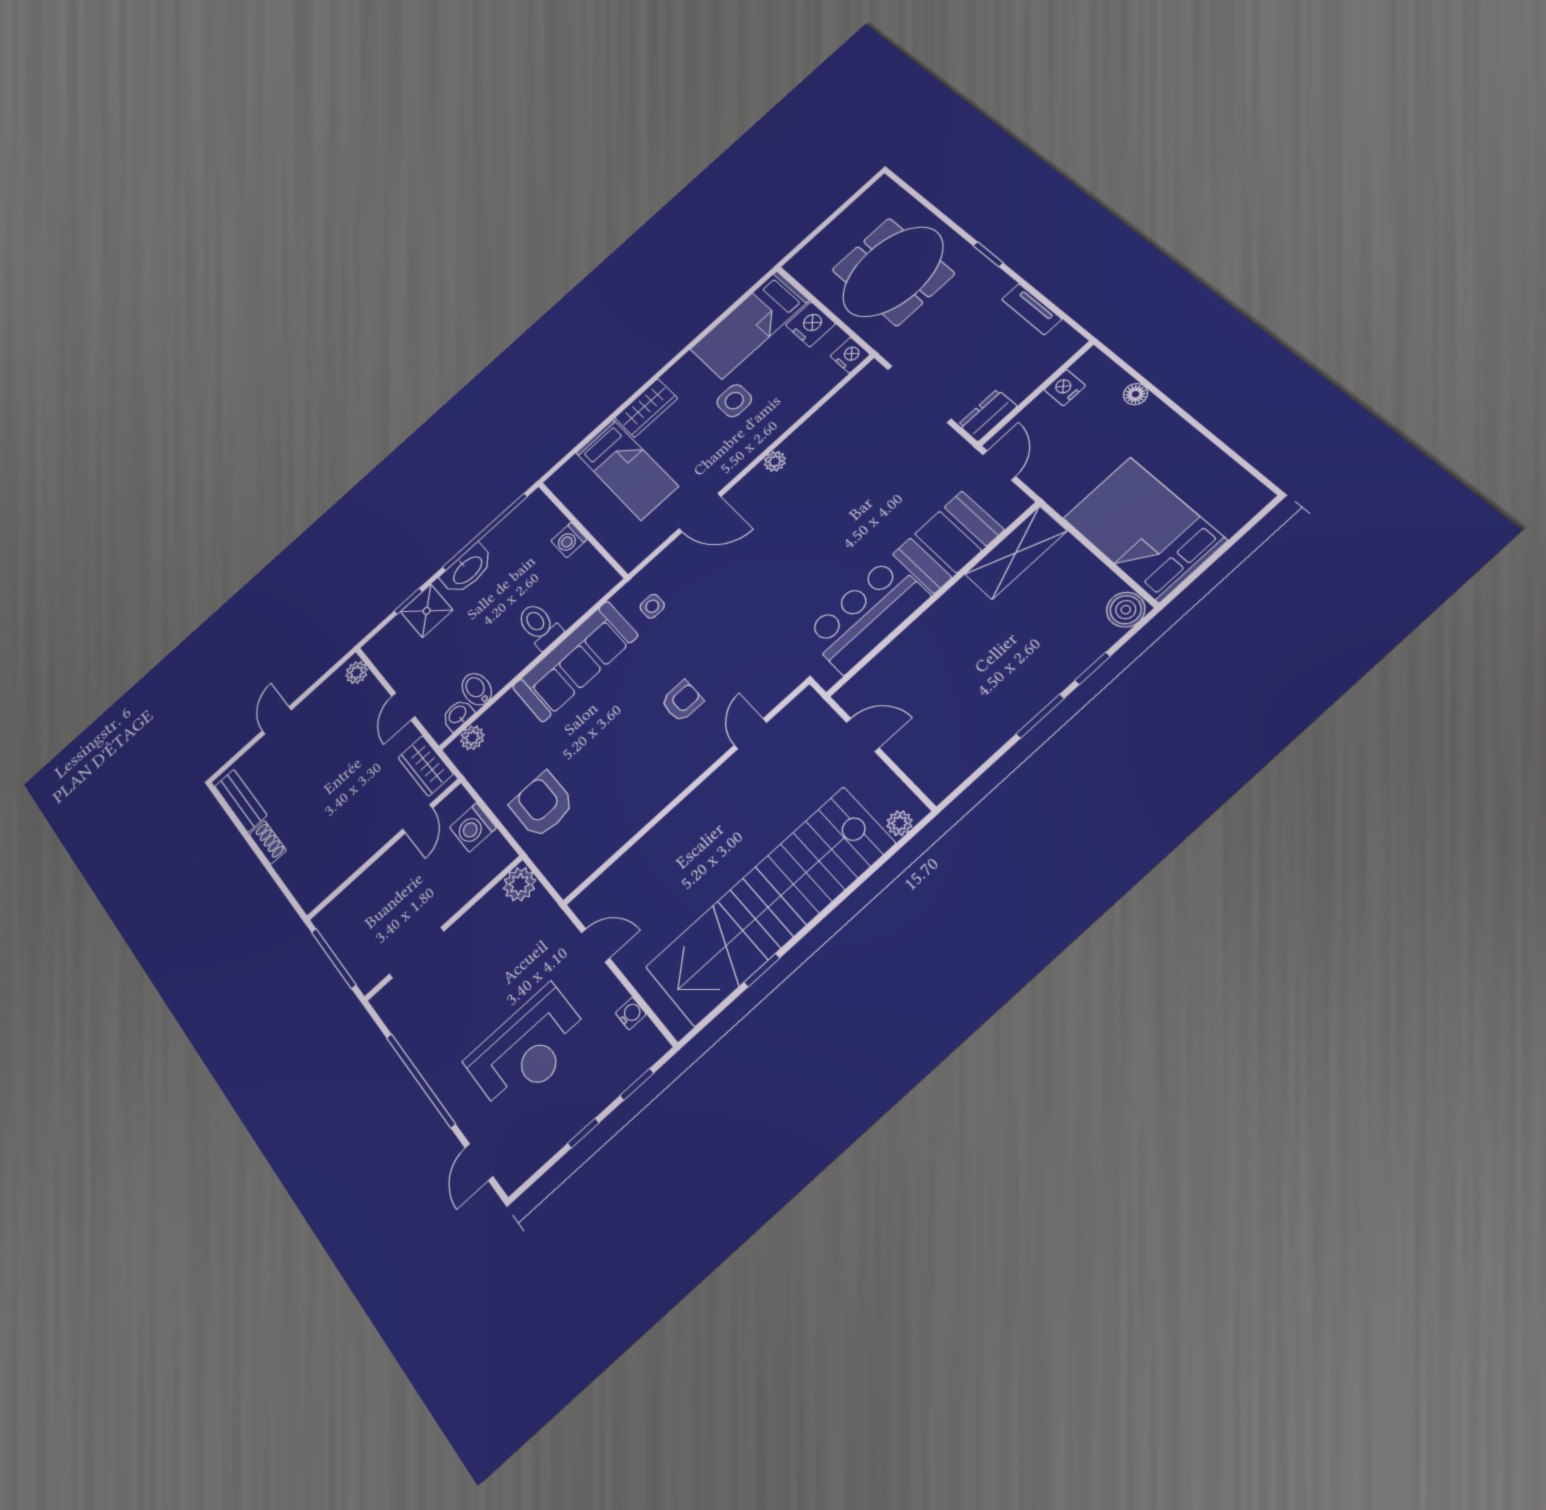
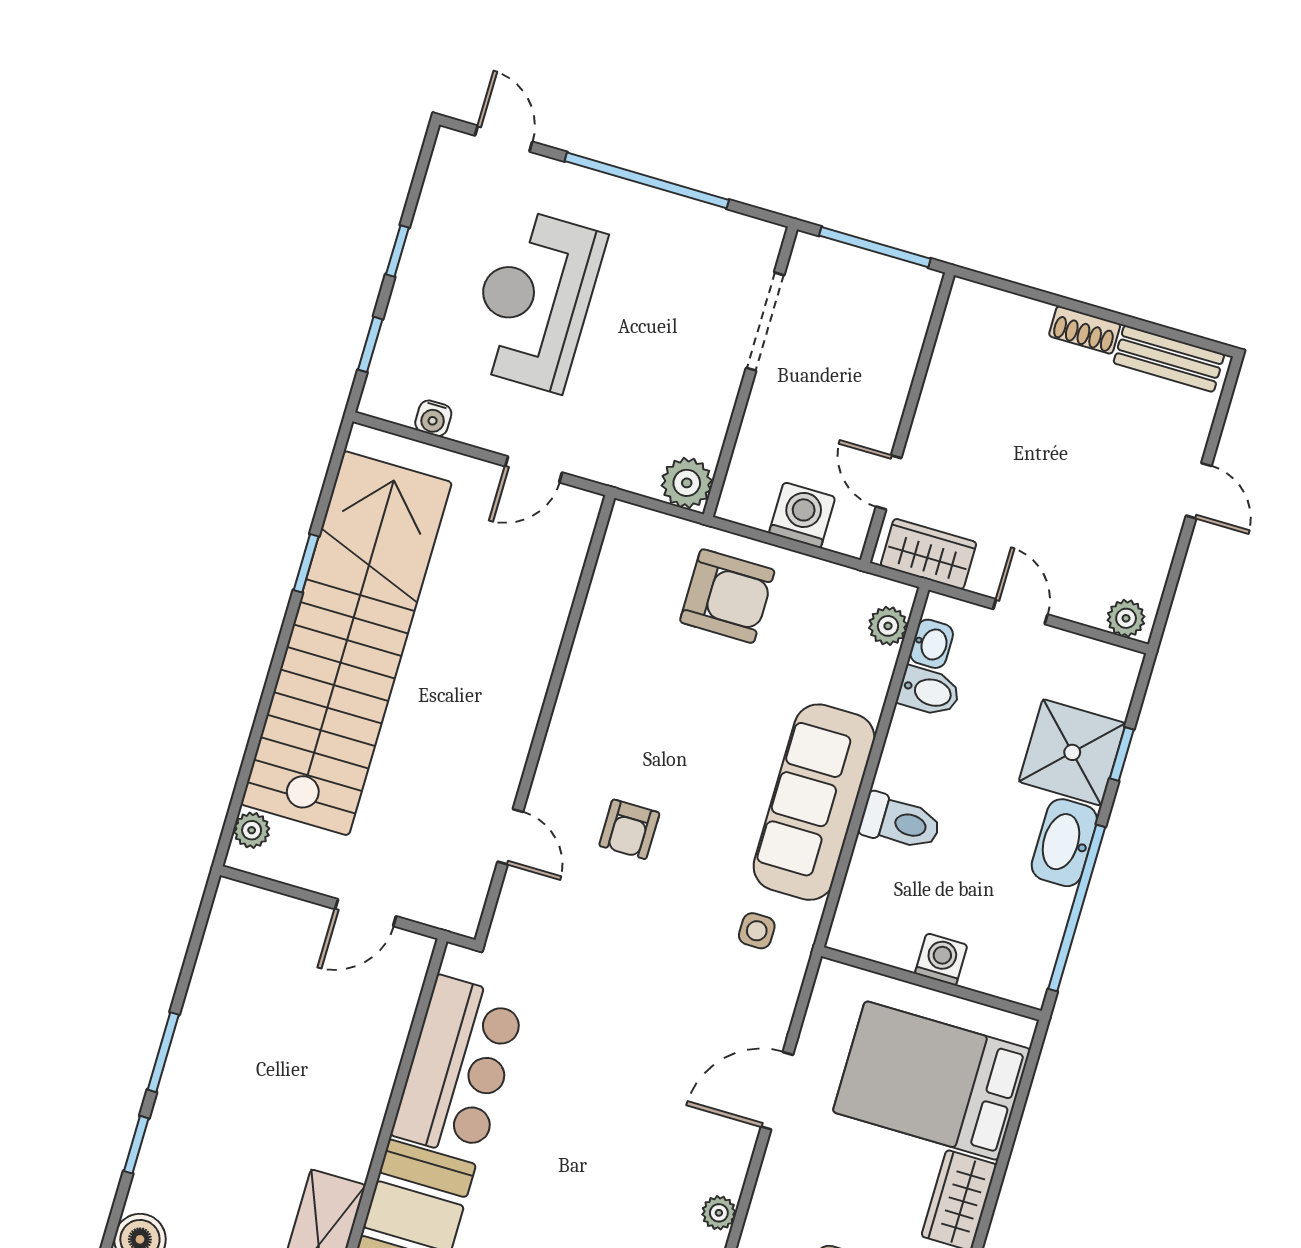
bed: (627, 469) -> (932, 1081), width x1.50
shower: (427, 611) -> (1072, 752), width x1.36, depth x1.36

